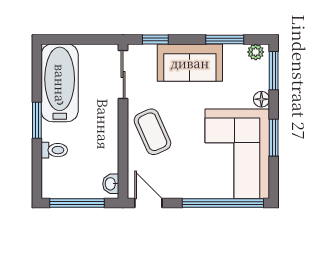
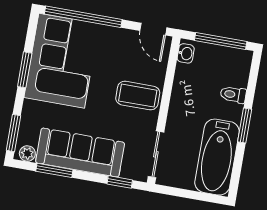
sofa: (190, 63) -> (80, 153), width x1.36
floor lamp: (261, 99) -> (30, 108), removed
coffee table: (152, 132) -> (138, 96), turned -66

